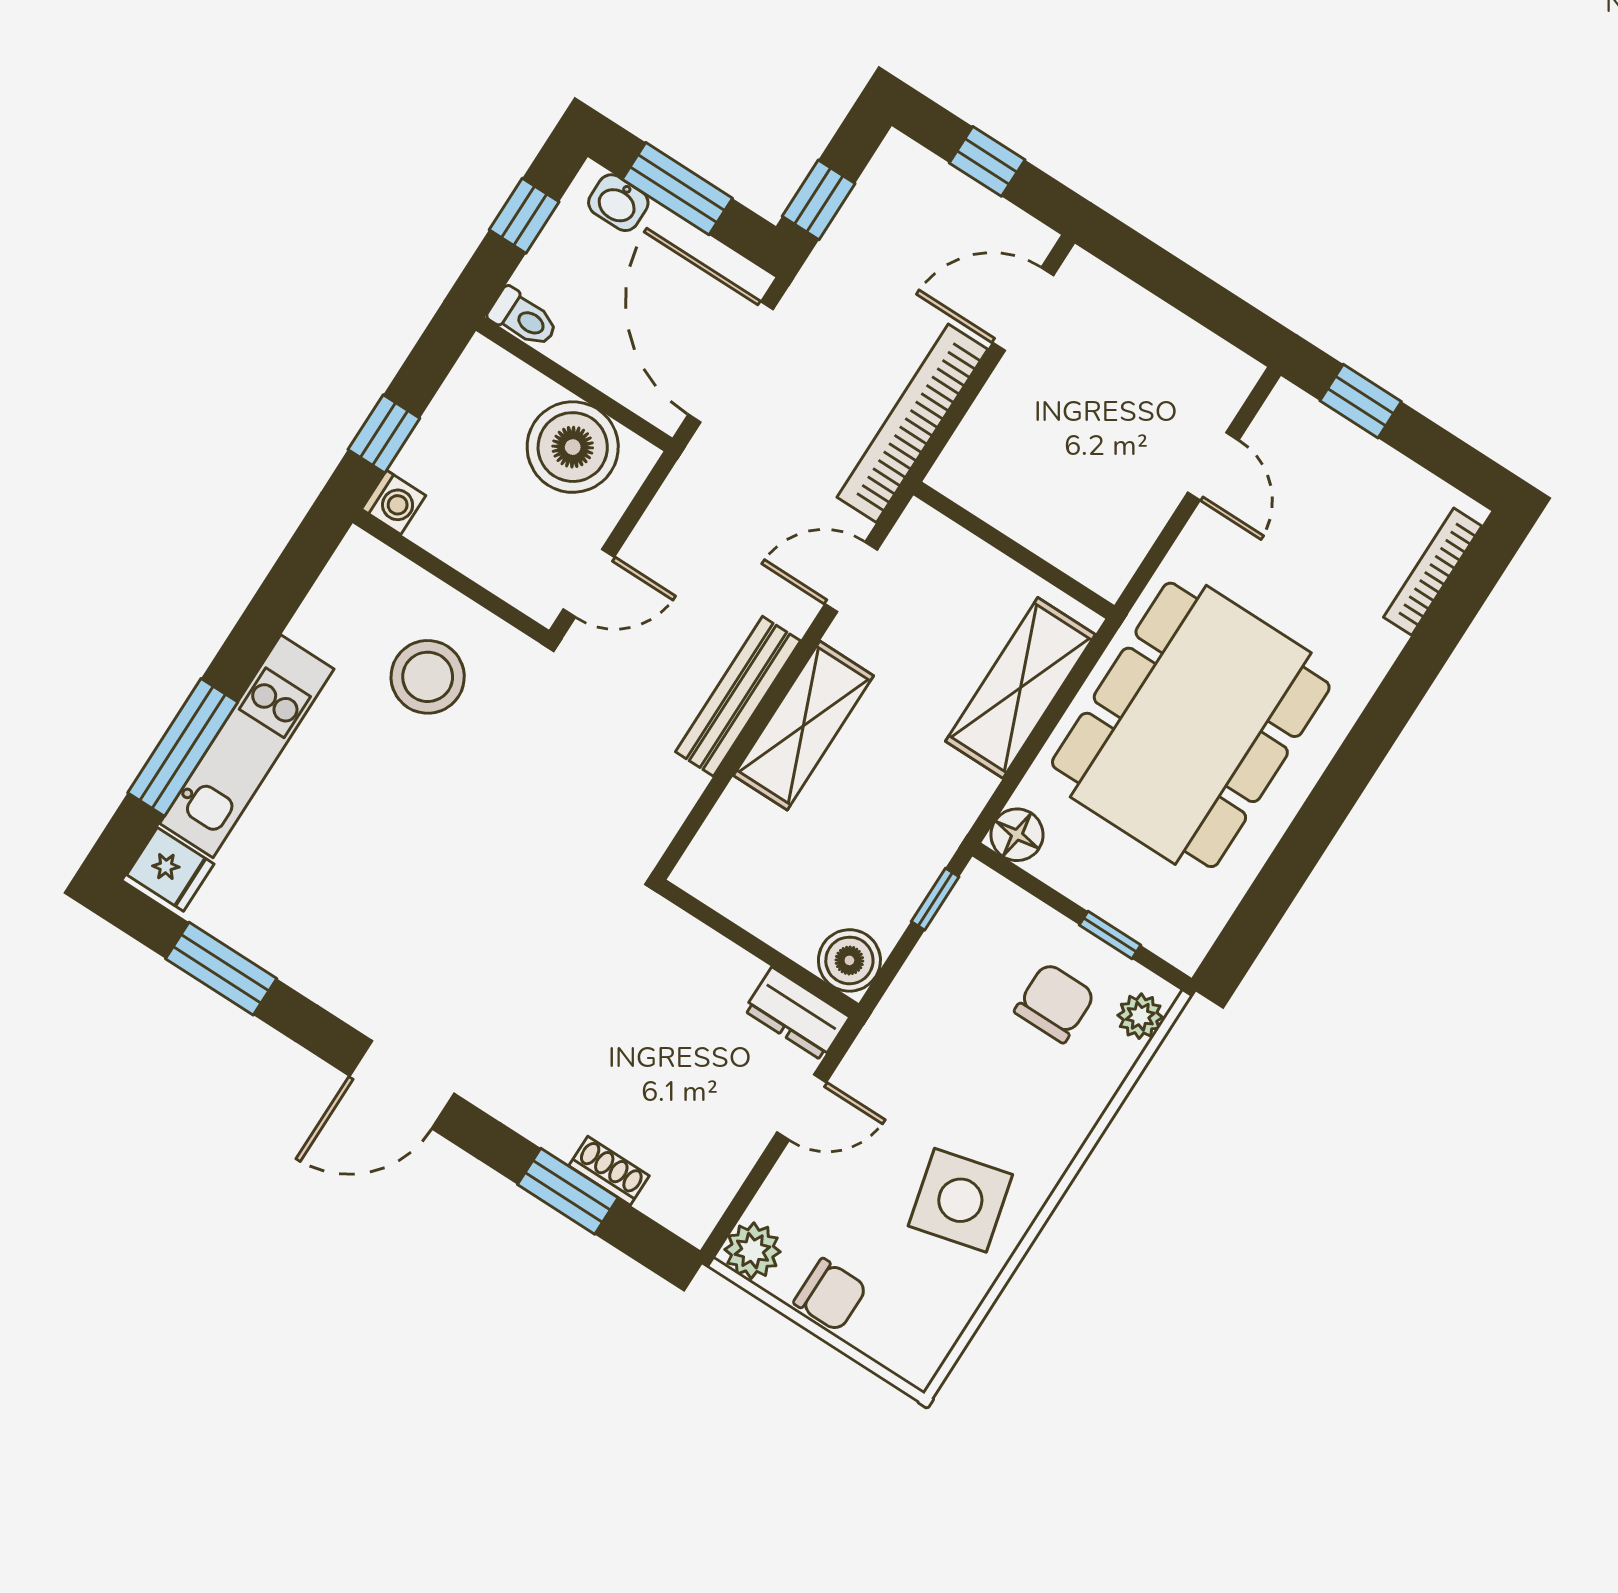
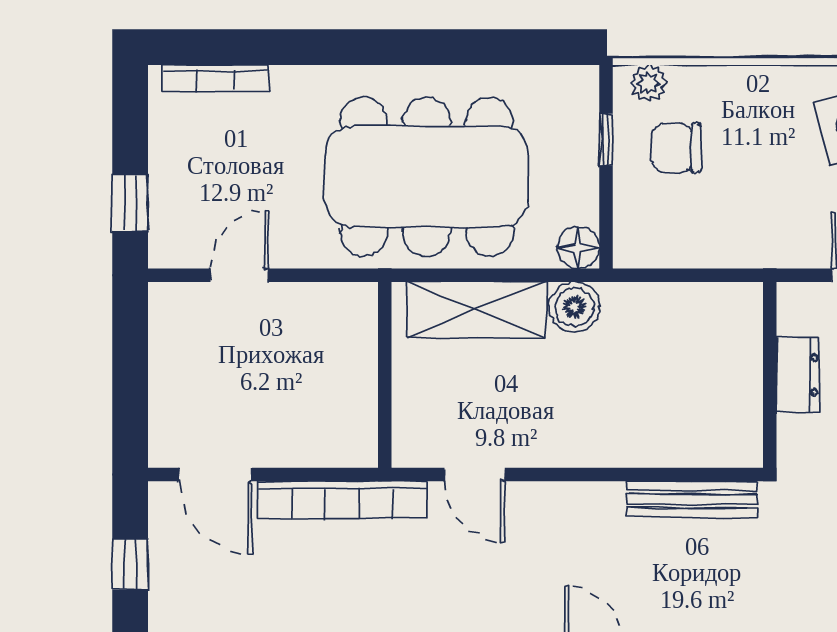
bench: (738, 696) -> (692, 499), moved
shelving: (803, 726) -> (597, 442), removed
window: (935, 899) -> (658, 275), removed
boiler: (849, 960) -> (575, 307), moved
dresser: (797, 1014) -> (798, 375), moved

